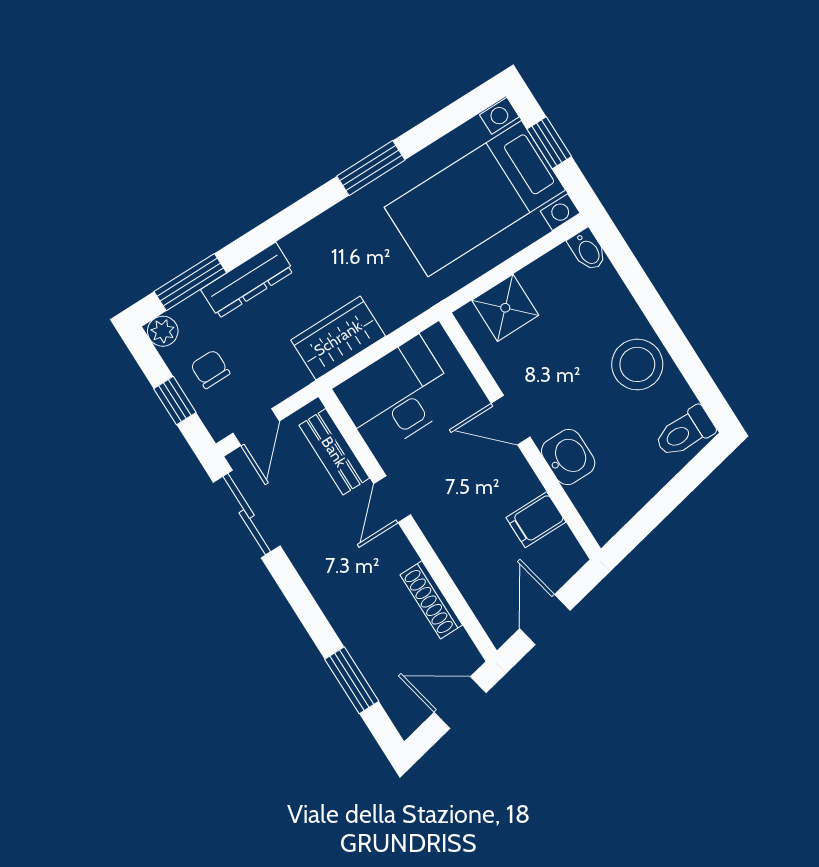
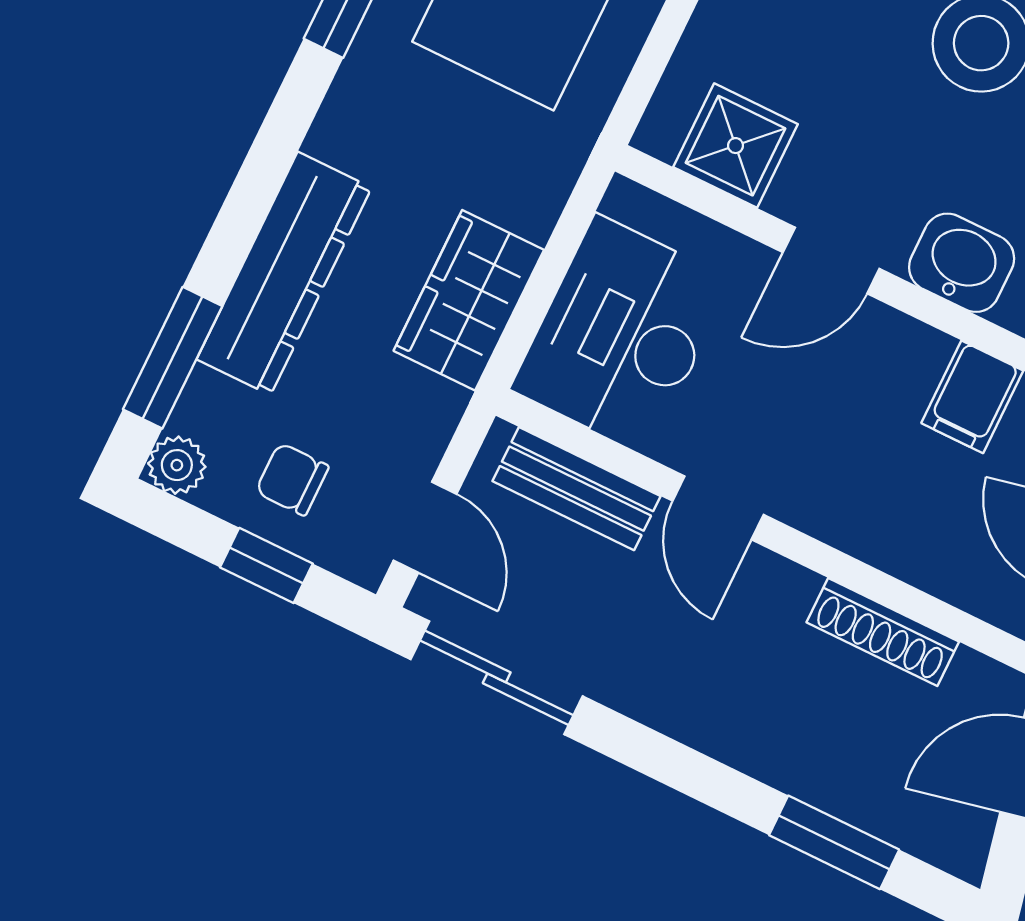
dresser: (247, 280) -> (284, 273), width x1.37, depth x1.24
shower: (505, 308) -> (736, 146), moved

